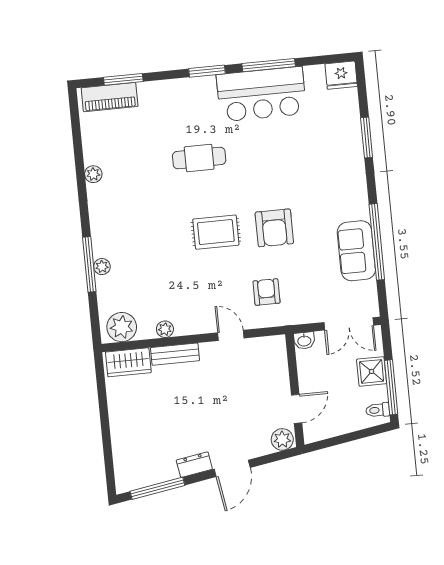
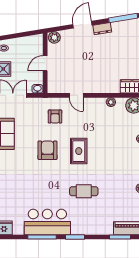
rug: (216, 232) -> (79, 151), turned 90
bench: (175, 354) -> (107, 88), removed
door: (297, 409) -> (45, 63), moved

